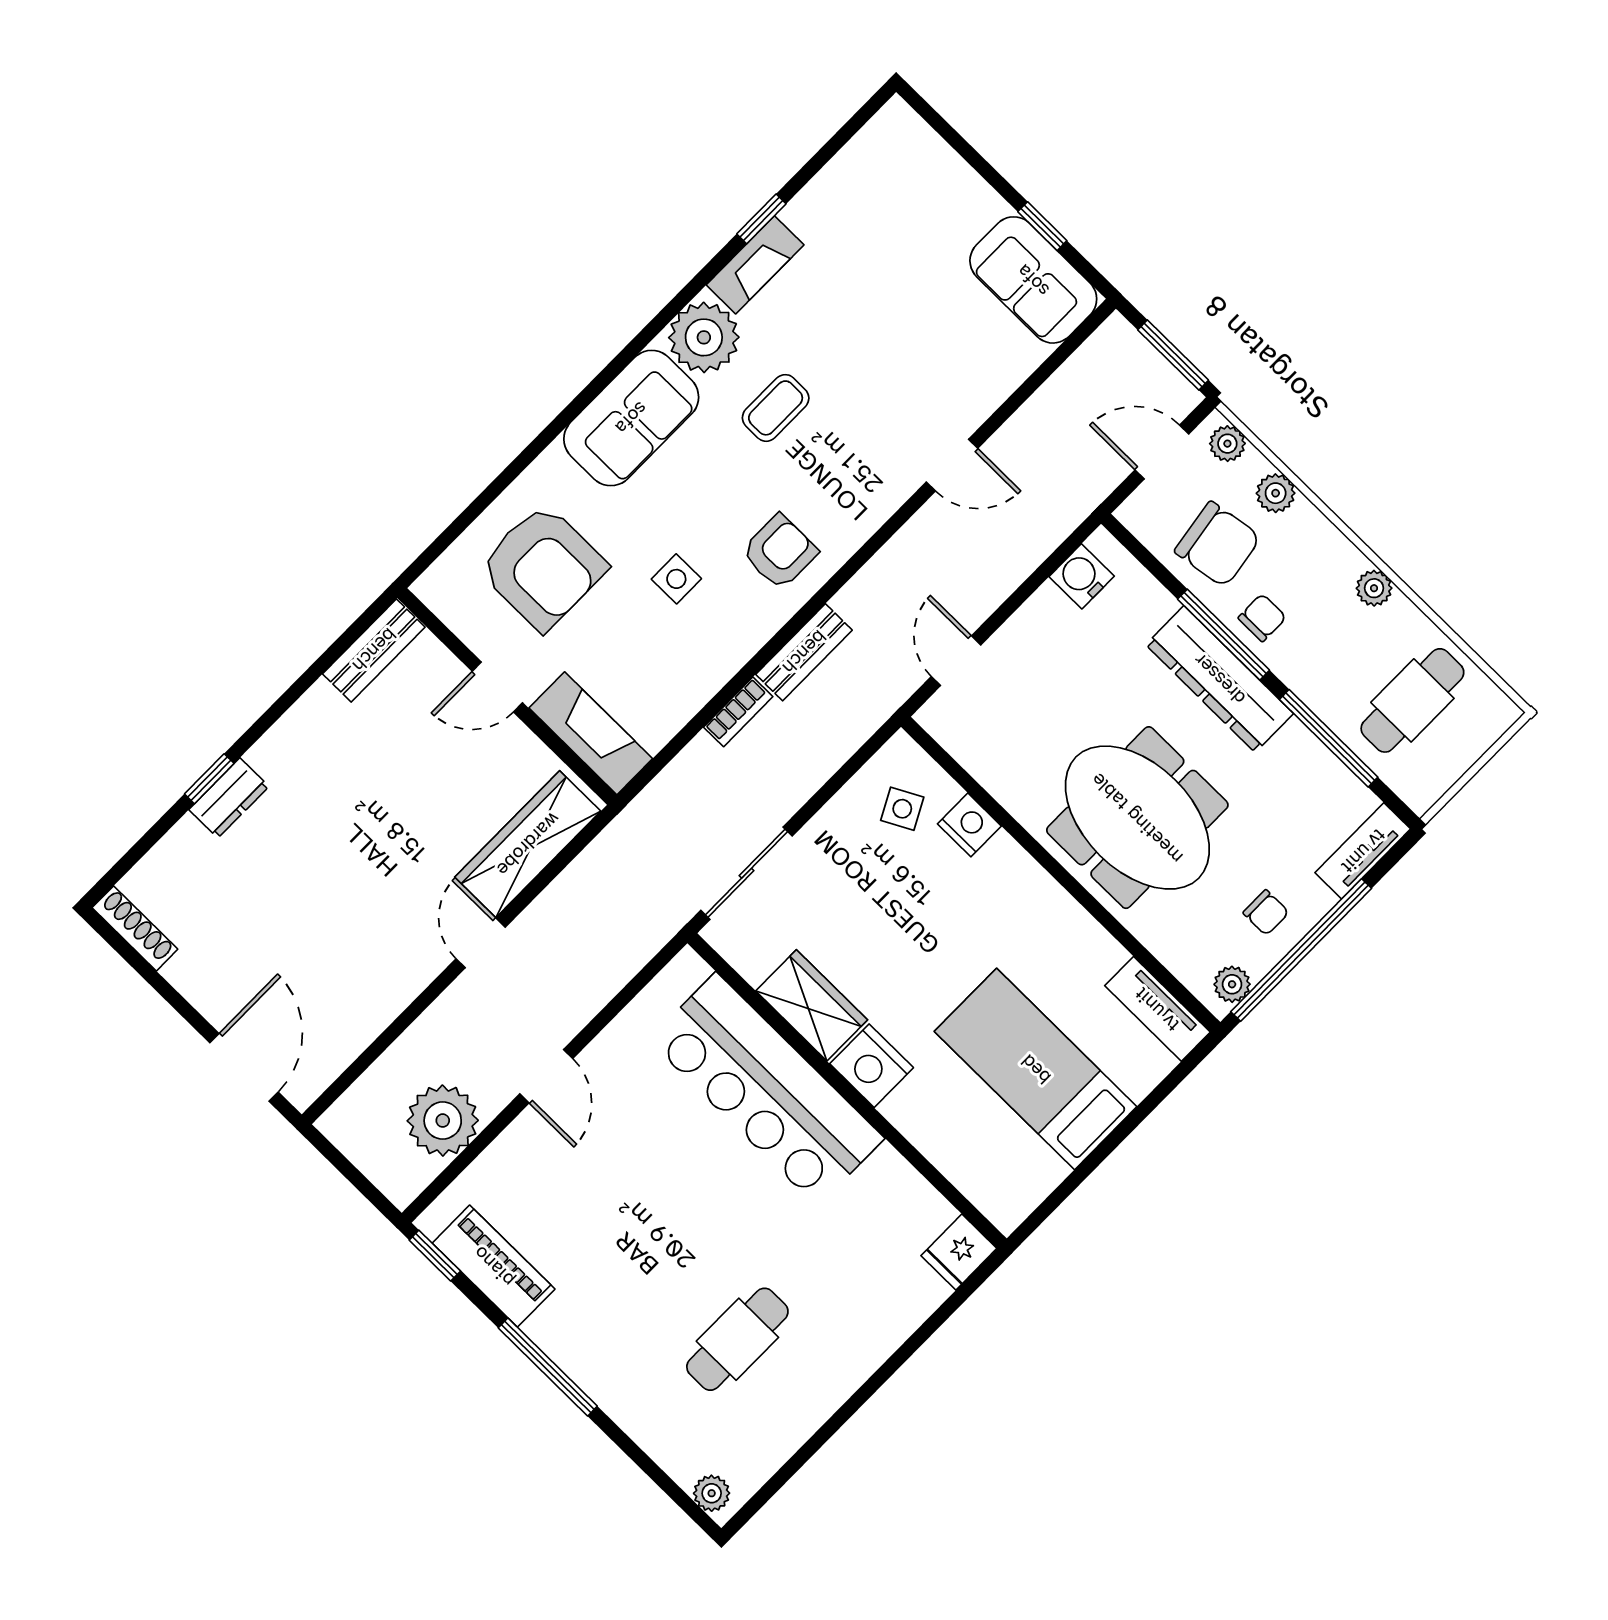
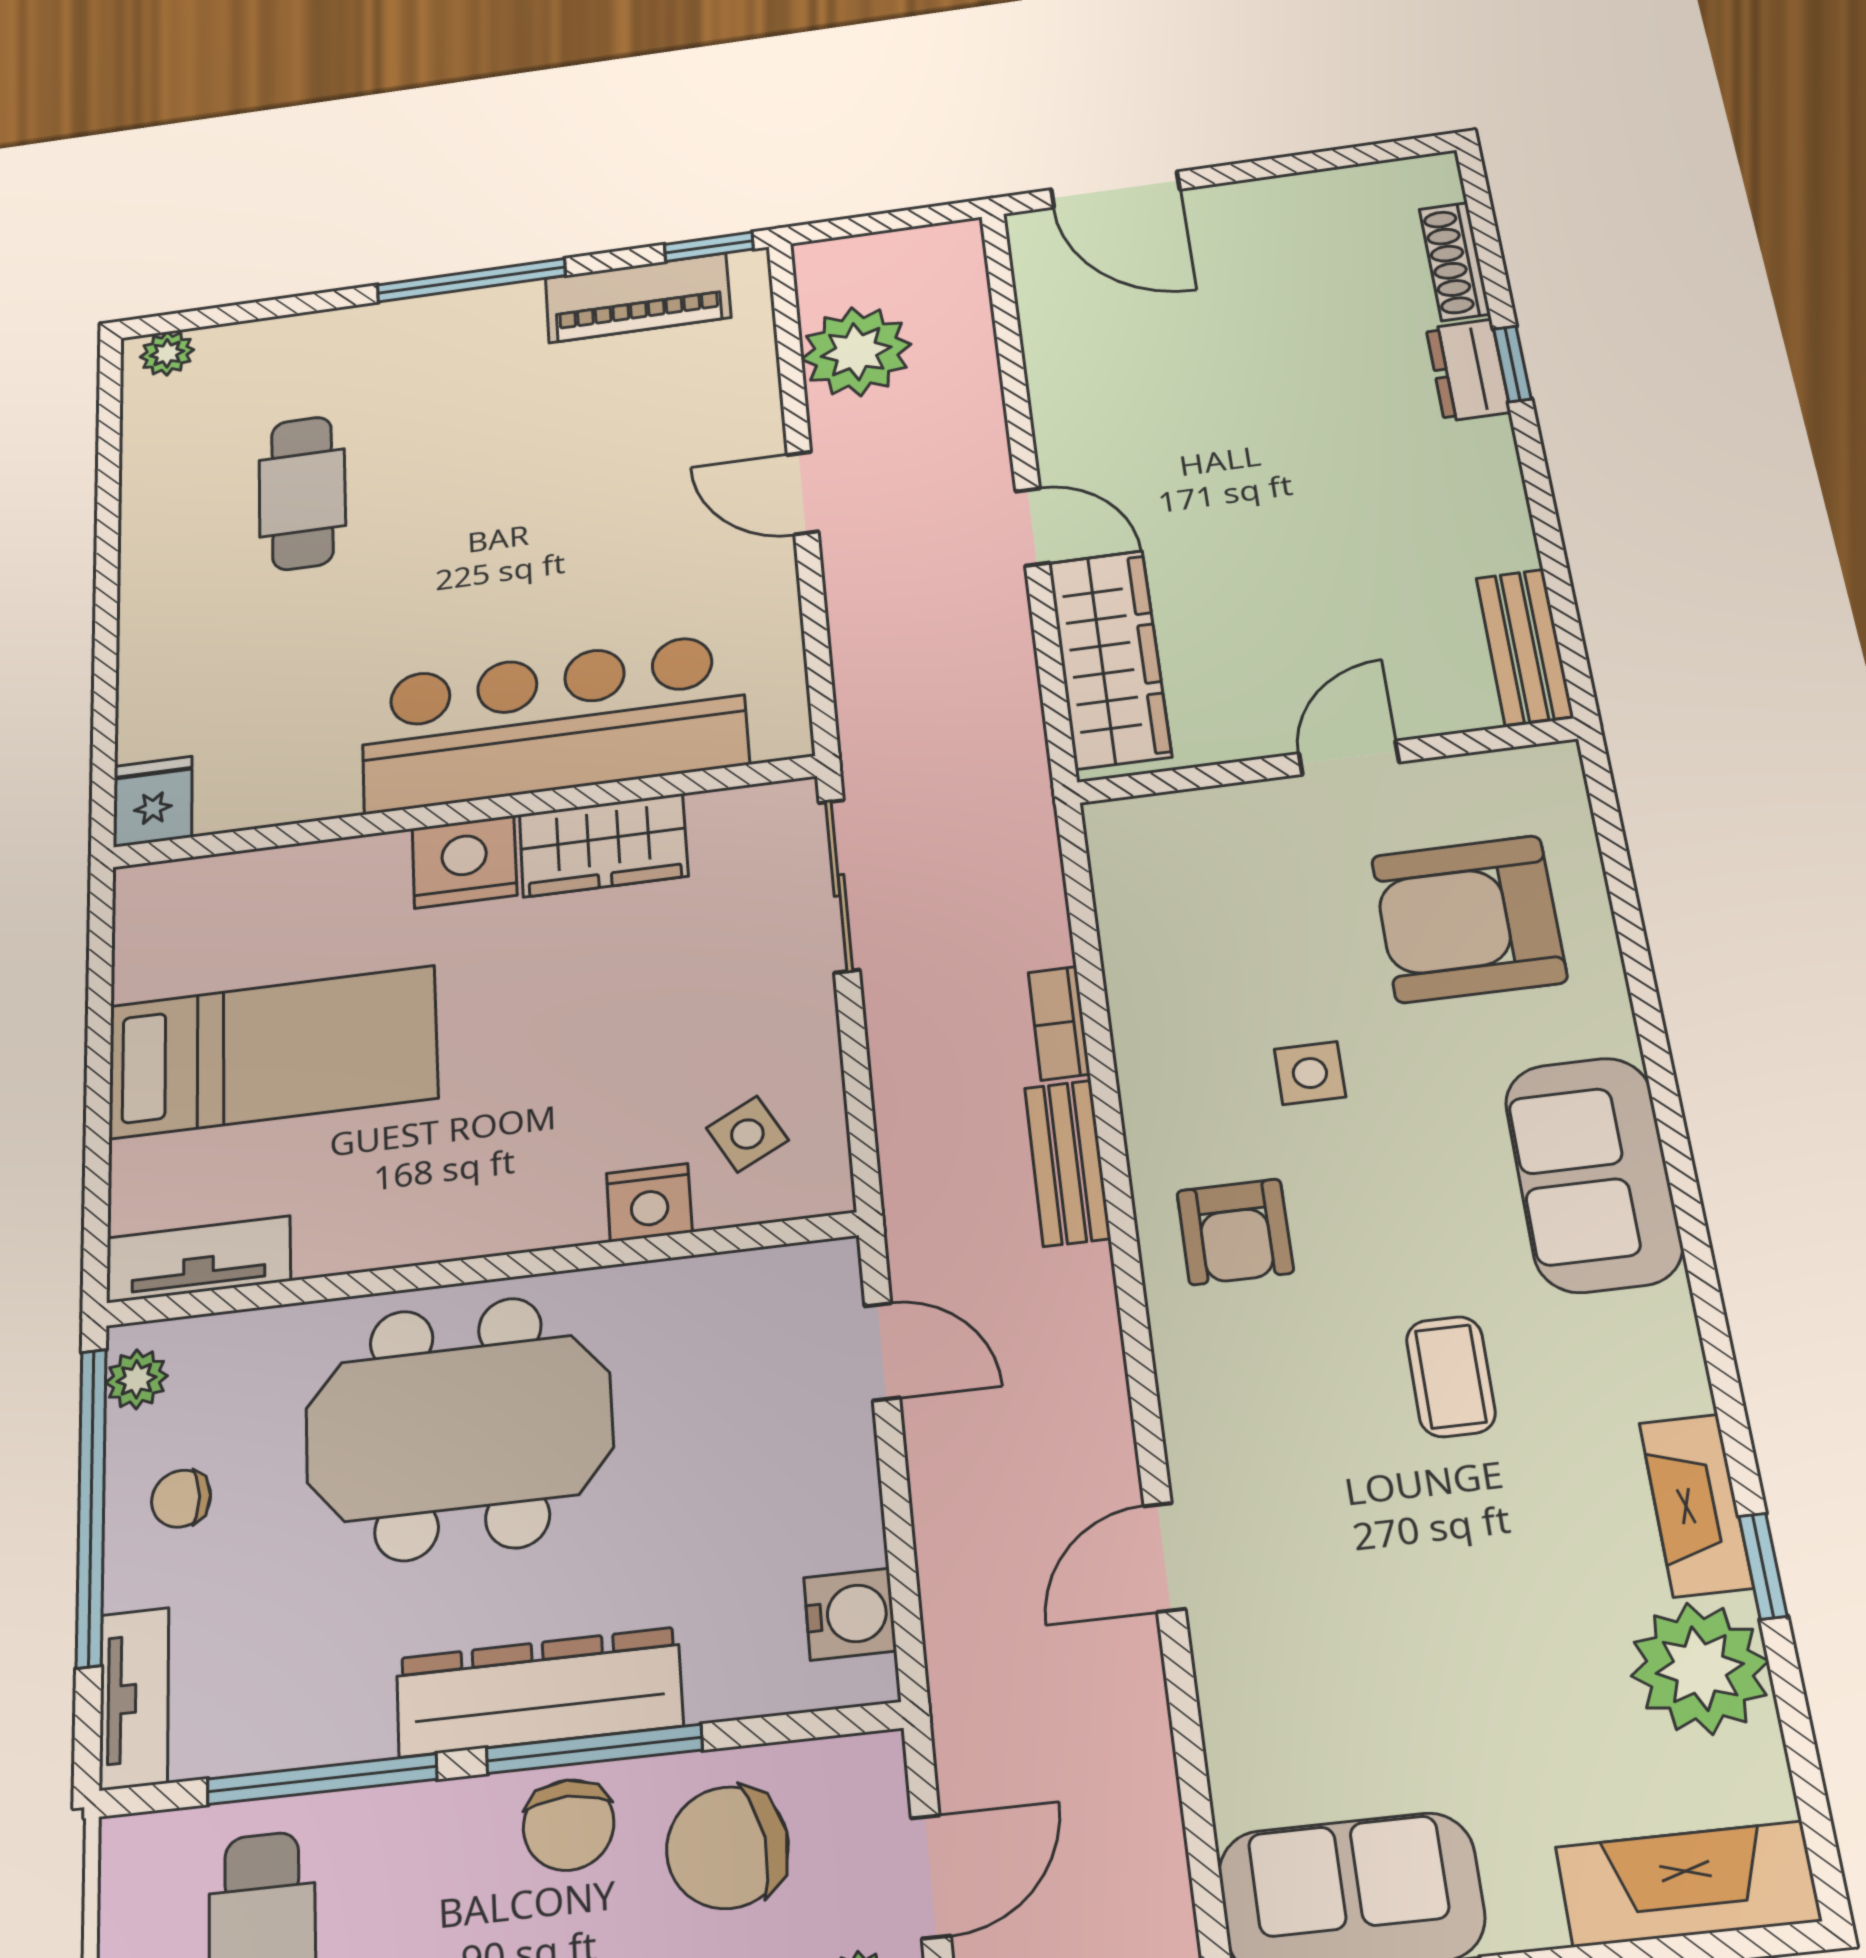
plant: (704, 337) -> (1700, 1668), moved
chair: (1262, 618) -> (569, 1825), width x1.37, depth x1.37
fireplace: (591, 733) -> (1688, 1884), moved, turned 180
shoe rack: (135, 928) -> (1455, 261), moved, turned 90

